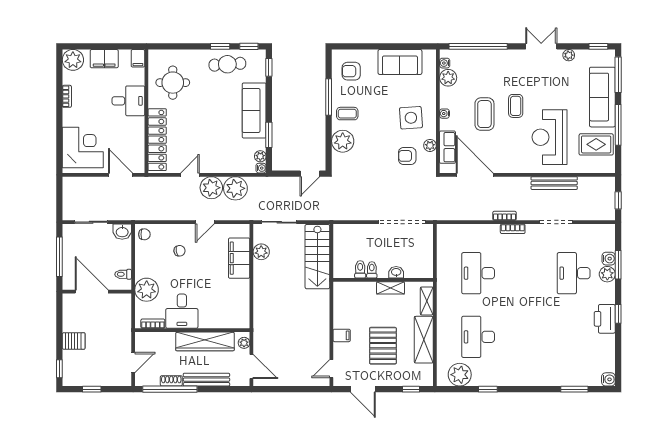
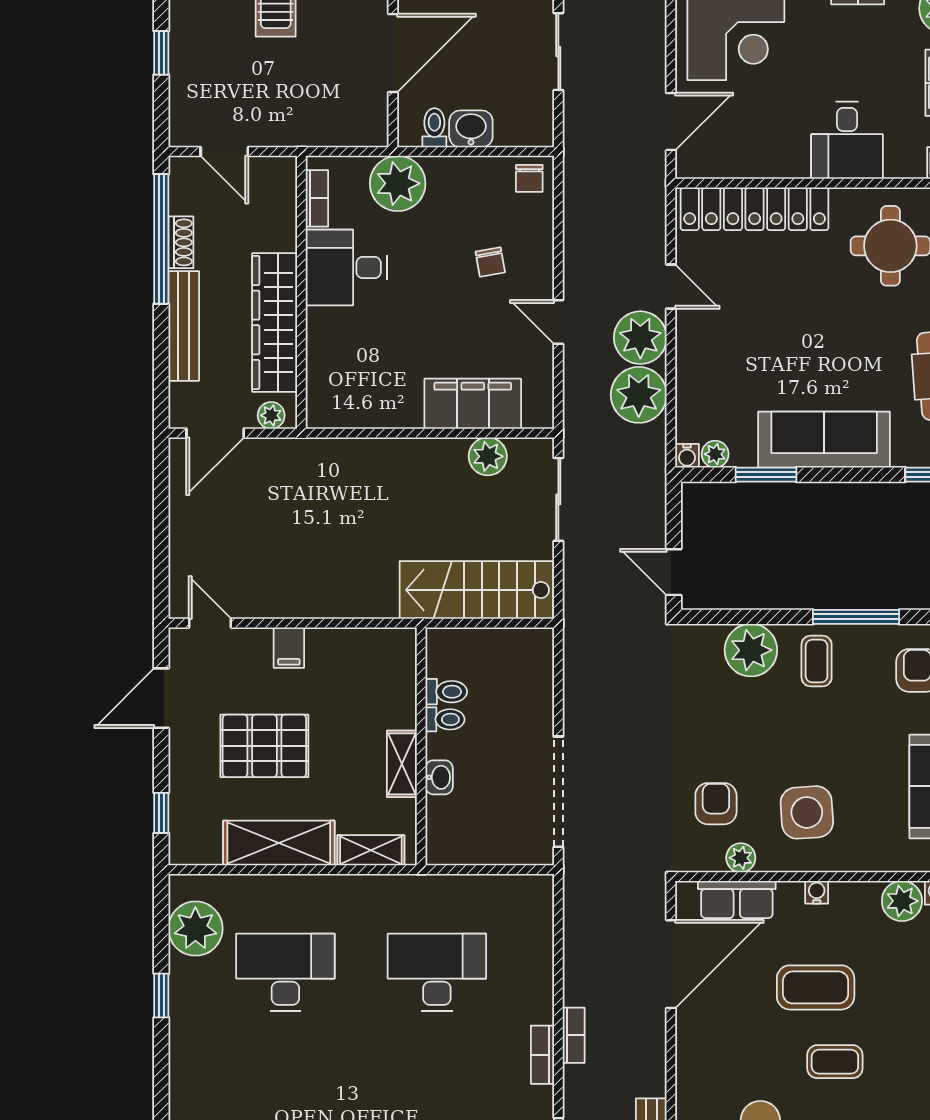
washbasin: (122, 232) -> (471, 129), moved, turned 90

